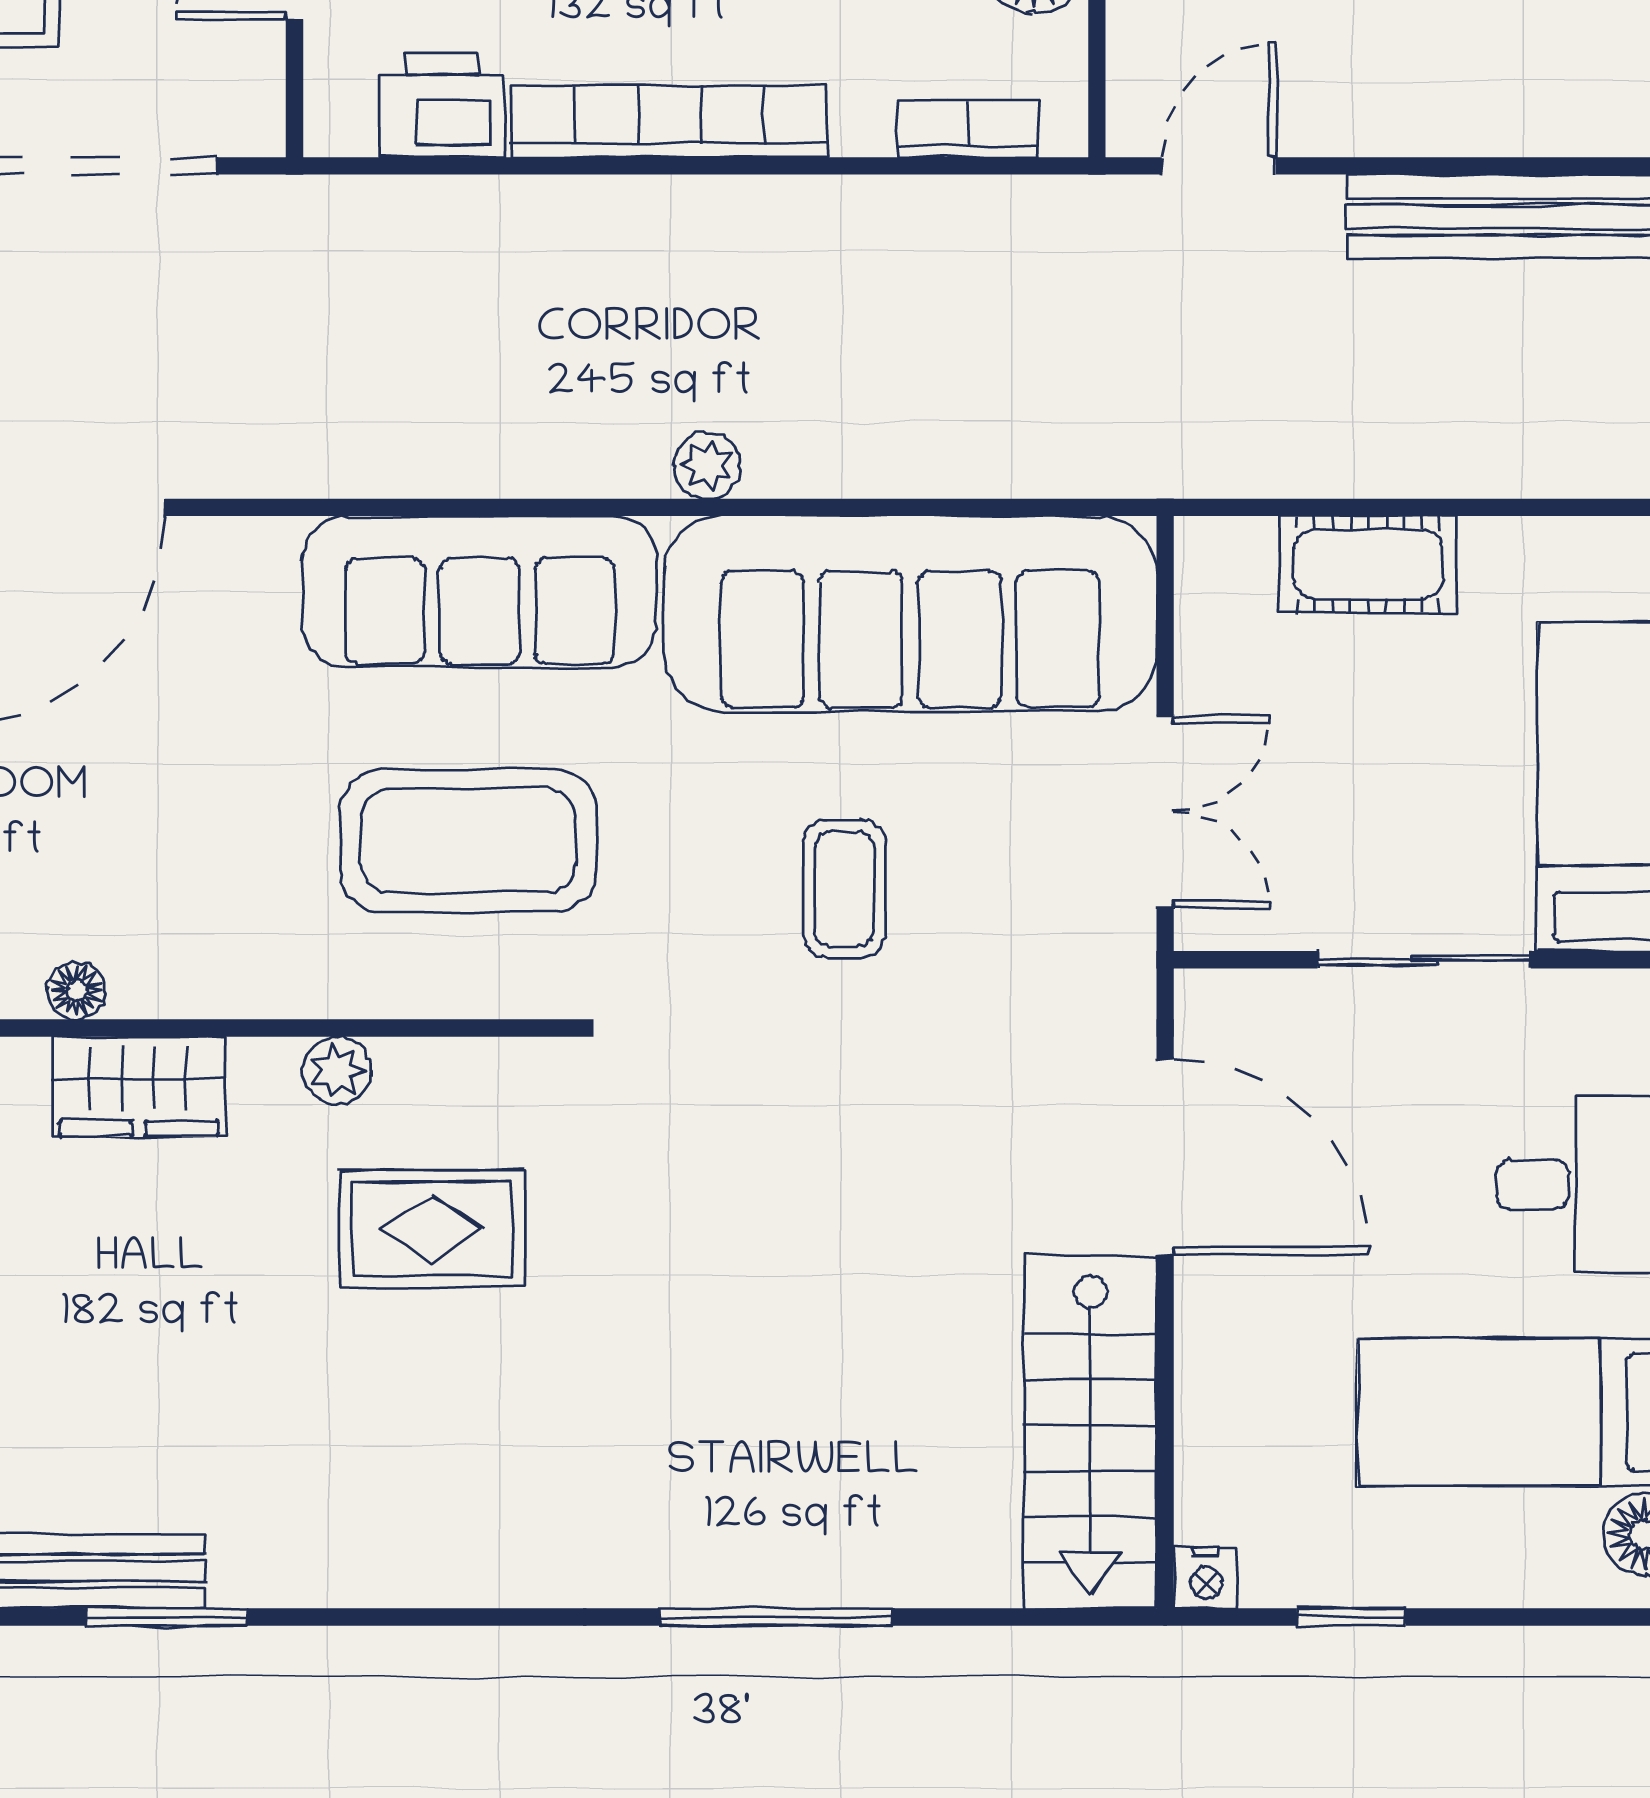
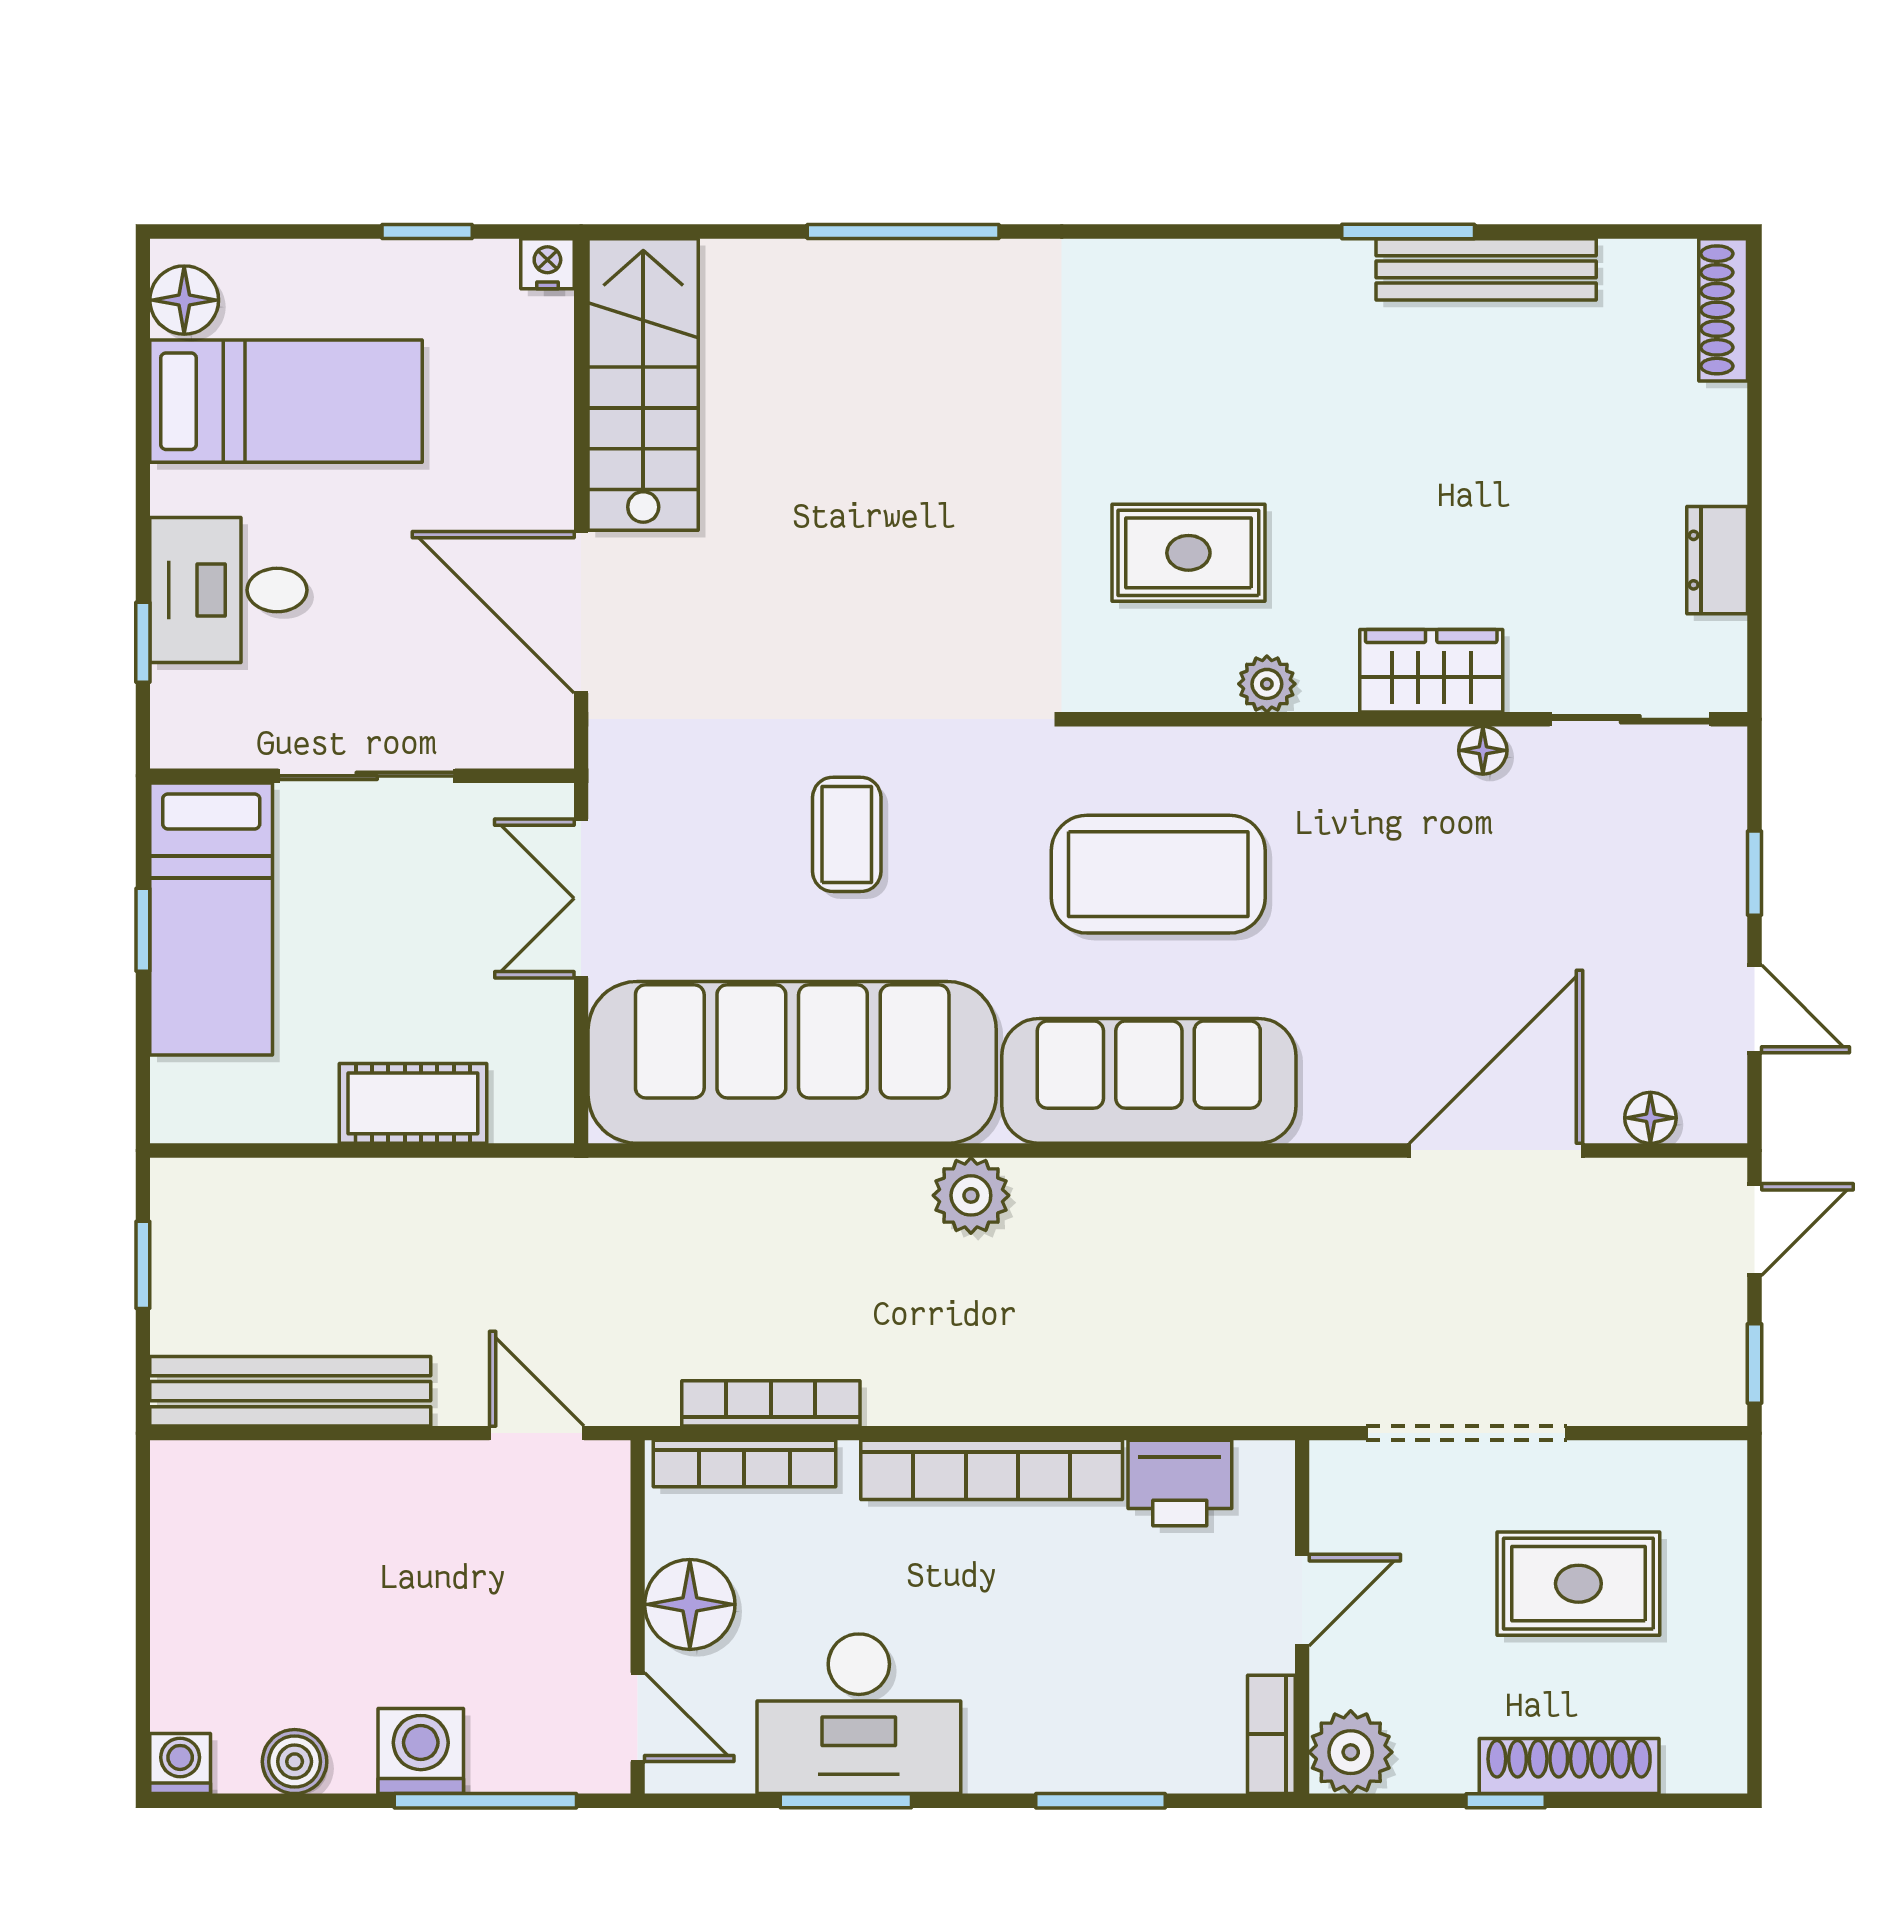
bookcase: (968, 129) -> (744, 1464), width x1.56
door: (1219, 166) -> (537, 1433), swing flipped
bookcase: (936, 202) -> (771, 1403), added
plant: (707, 465) -> (971, 1195), width x1.38, depth x1.38

